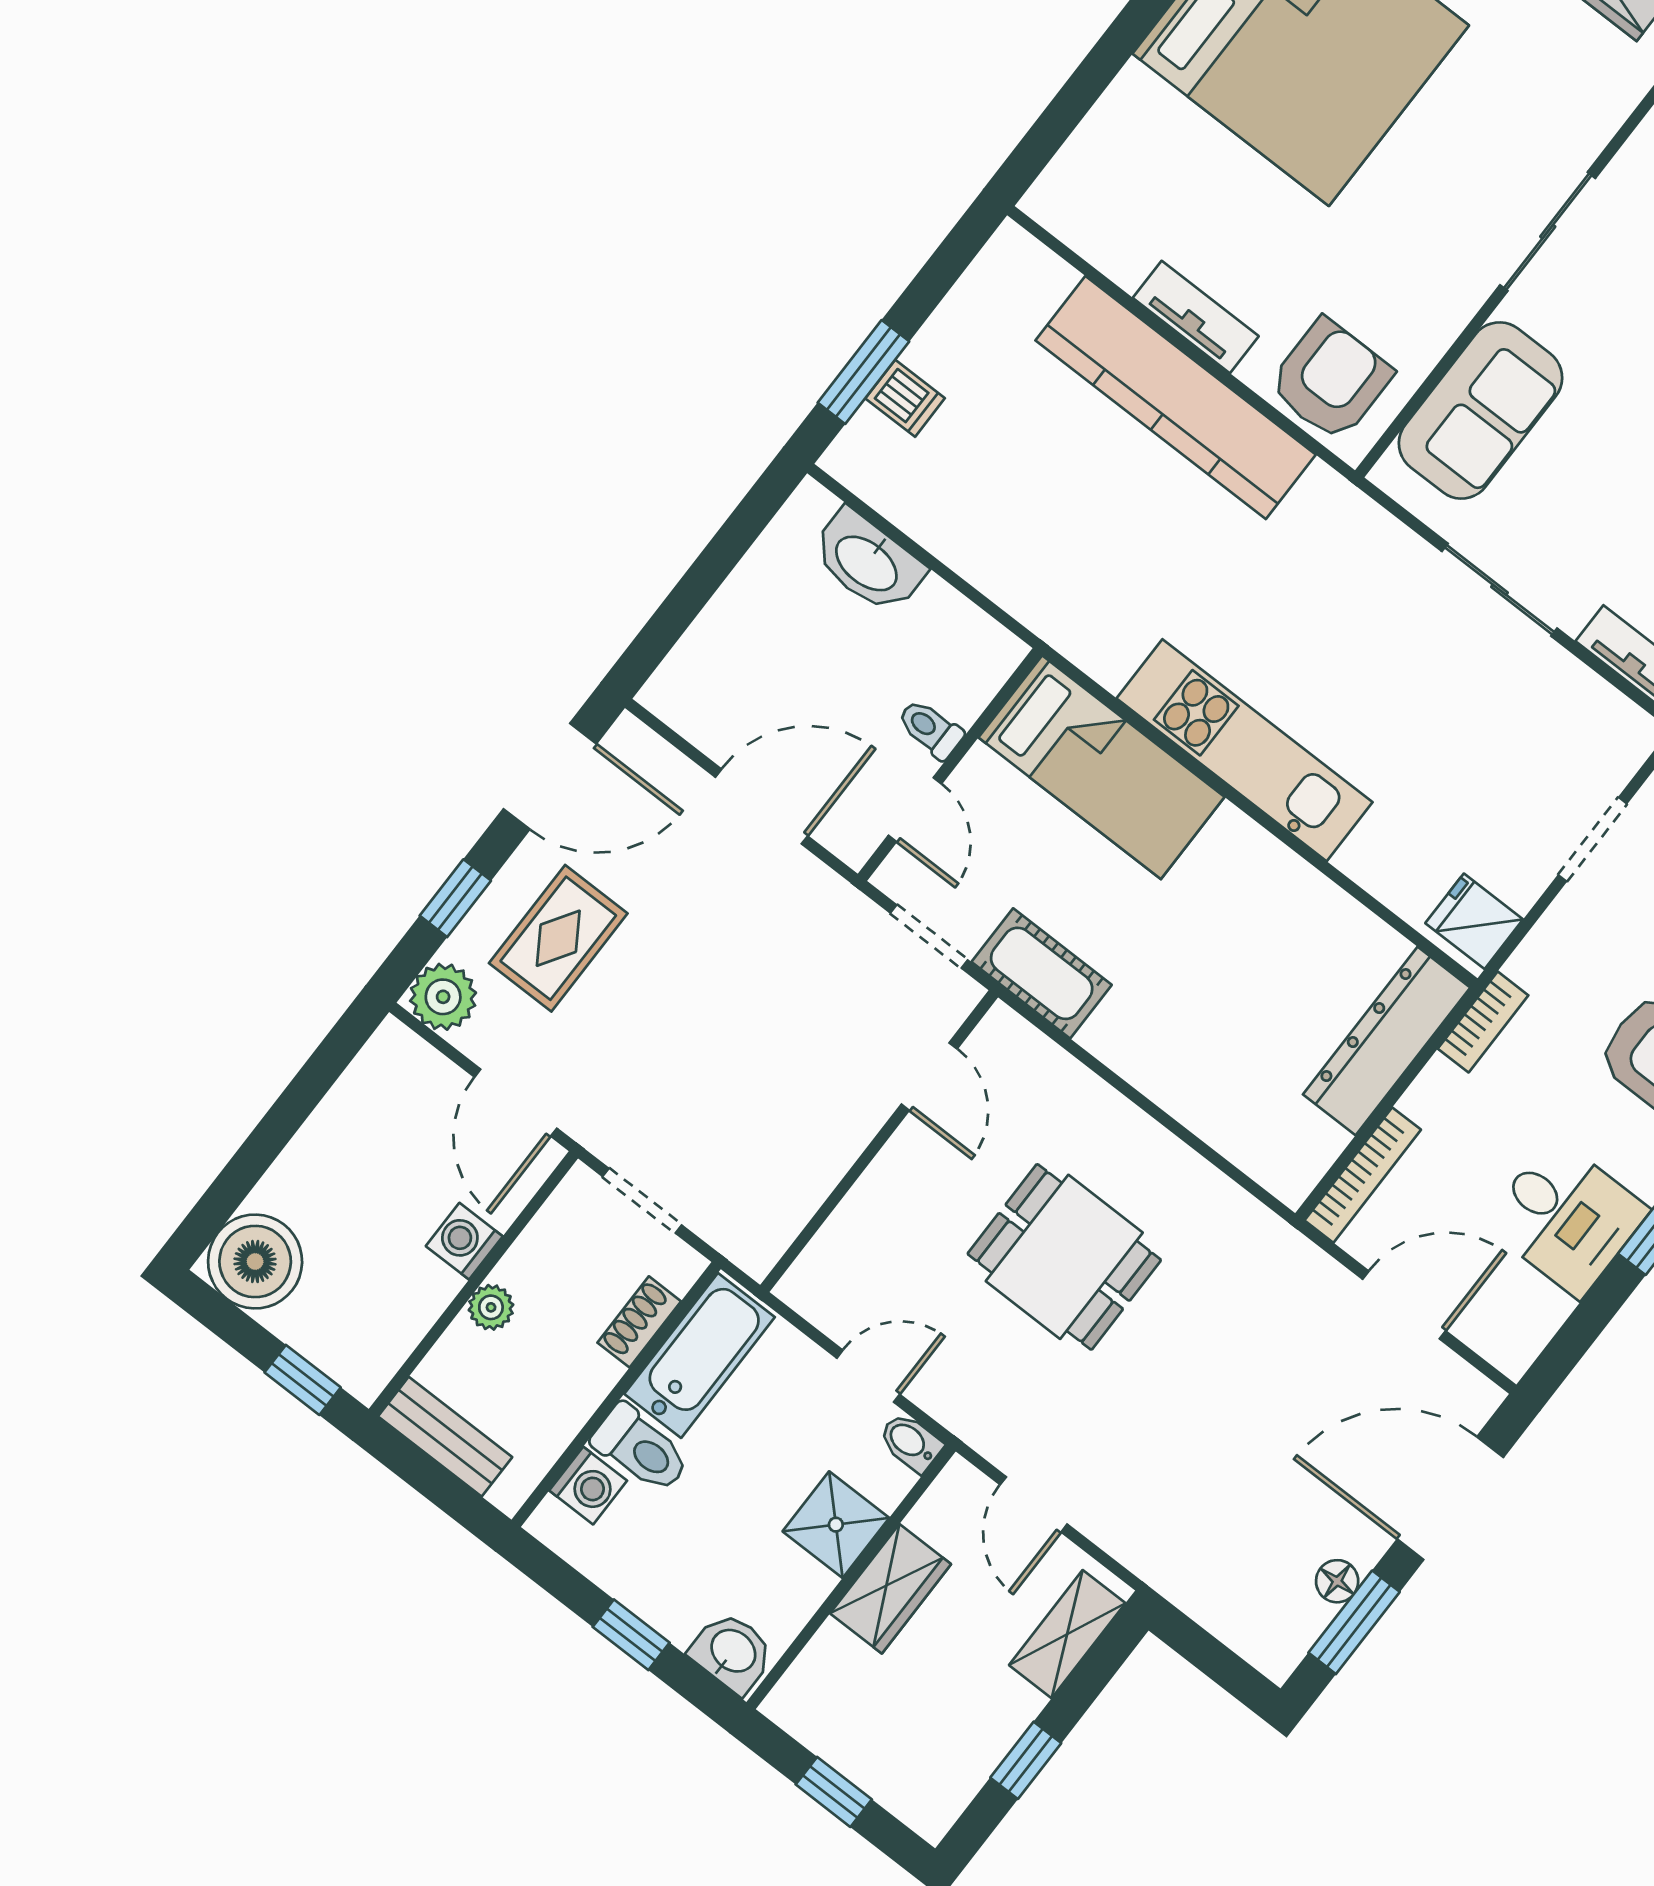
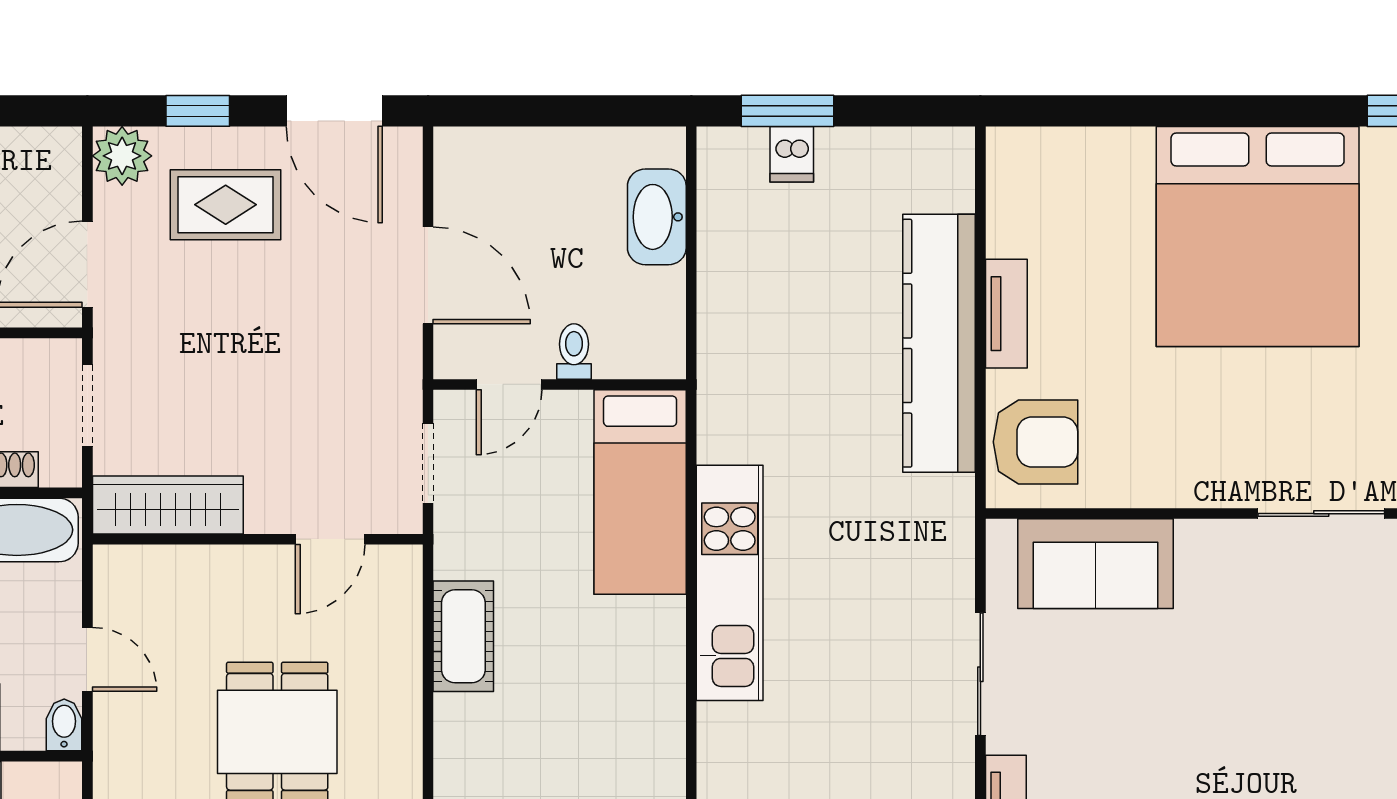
sliding door: (1548, 232) -> (1321, 514), moved
cot: (1042, 973) -> (463, 636), moved
wardrobe: (786, 1198) -> (168, 505), added

